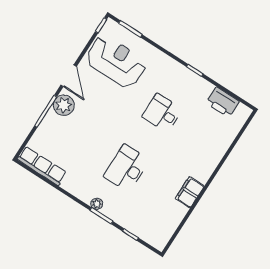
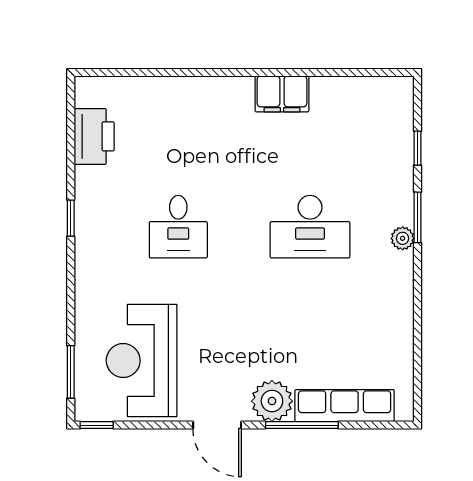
door: (69, 76) -> (217, 425), swing flipped
row of seats: (42, 166) -> (345, 406), moved, turned 90

